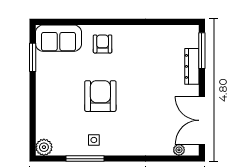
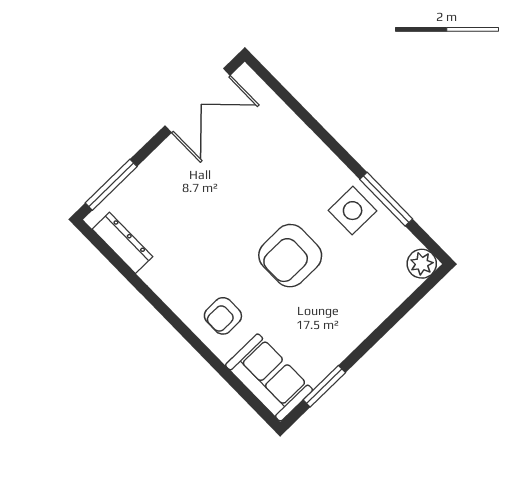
dresser: (192, 66) -> (122, 243), moved, turned -90
side table: (94, 140) -> (353, 211), width x1.87, depth x1.87
plant: (179, 150) -> (262, 93), removed

